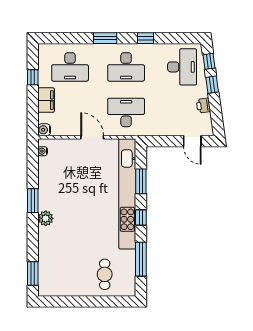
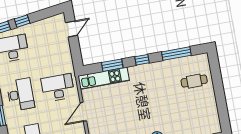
printer: (203, 106) -> (41, 25), removed
desk: (126, 112) -> (58, 88), turned 90
kitchen unit: (127, 194) -> (104, 78), width x0.54

